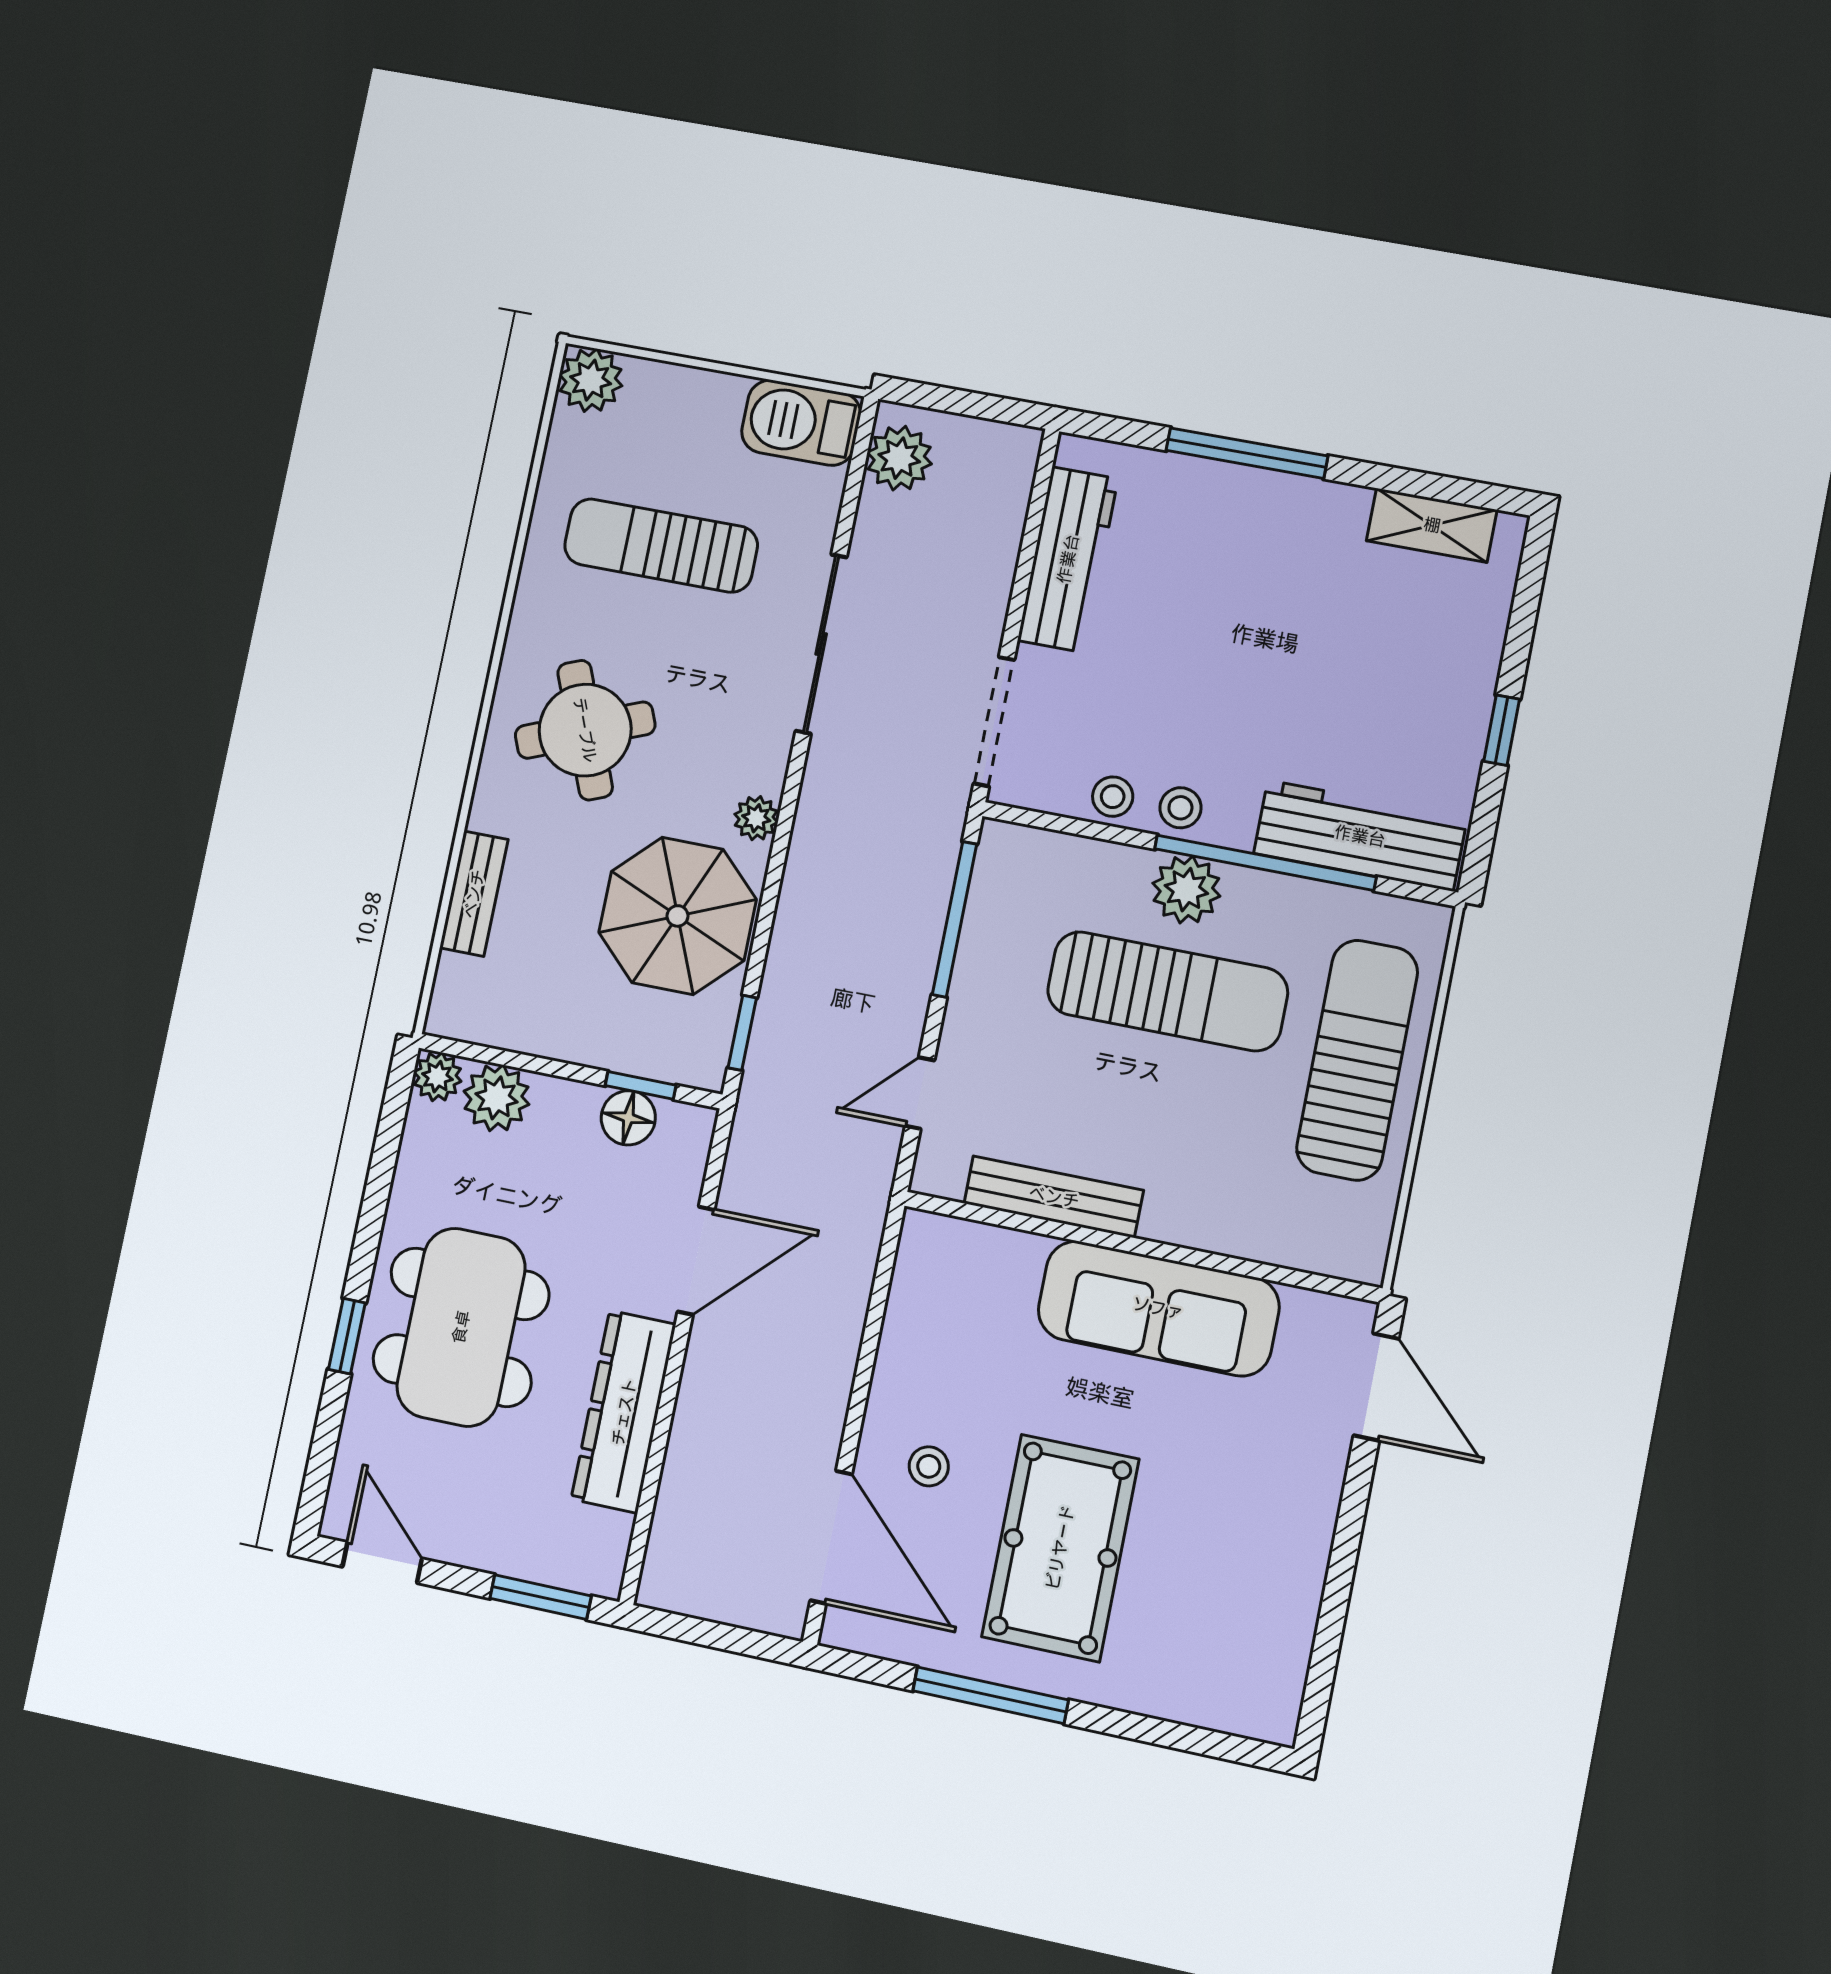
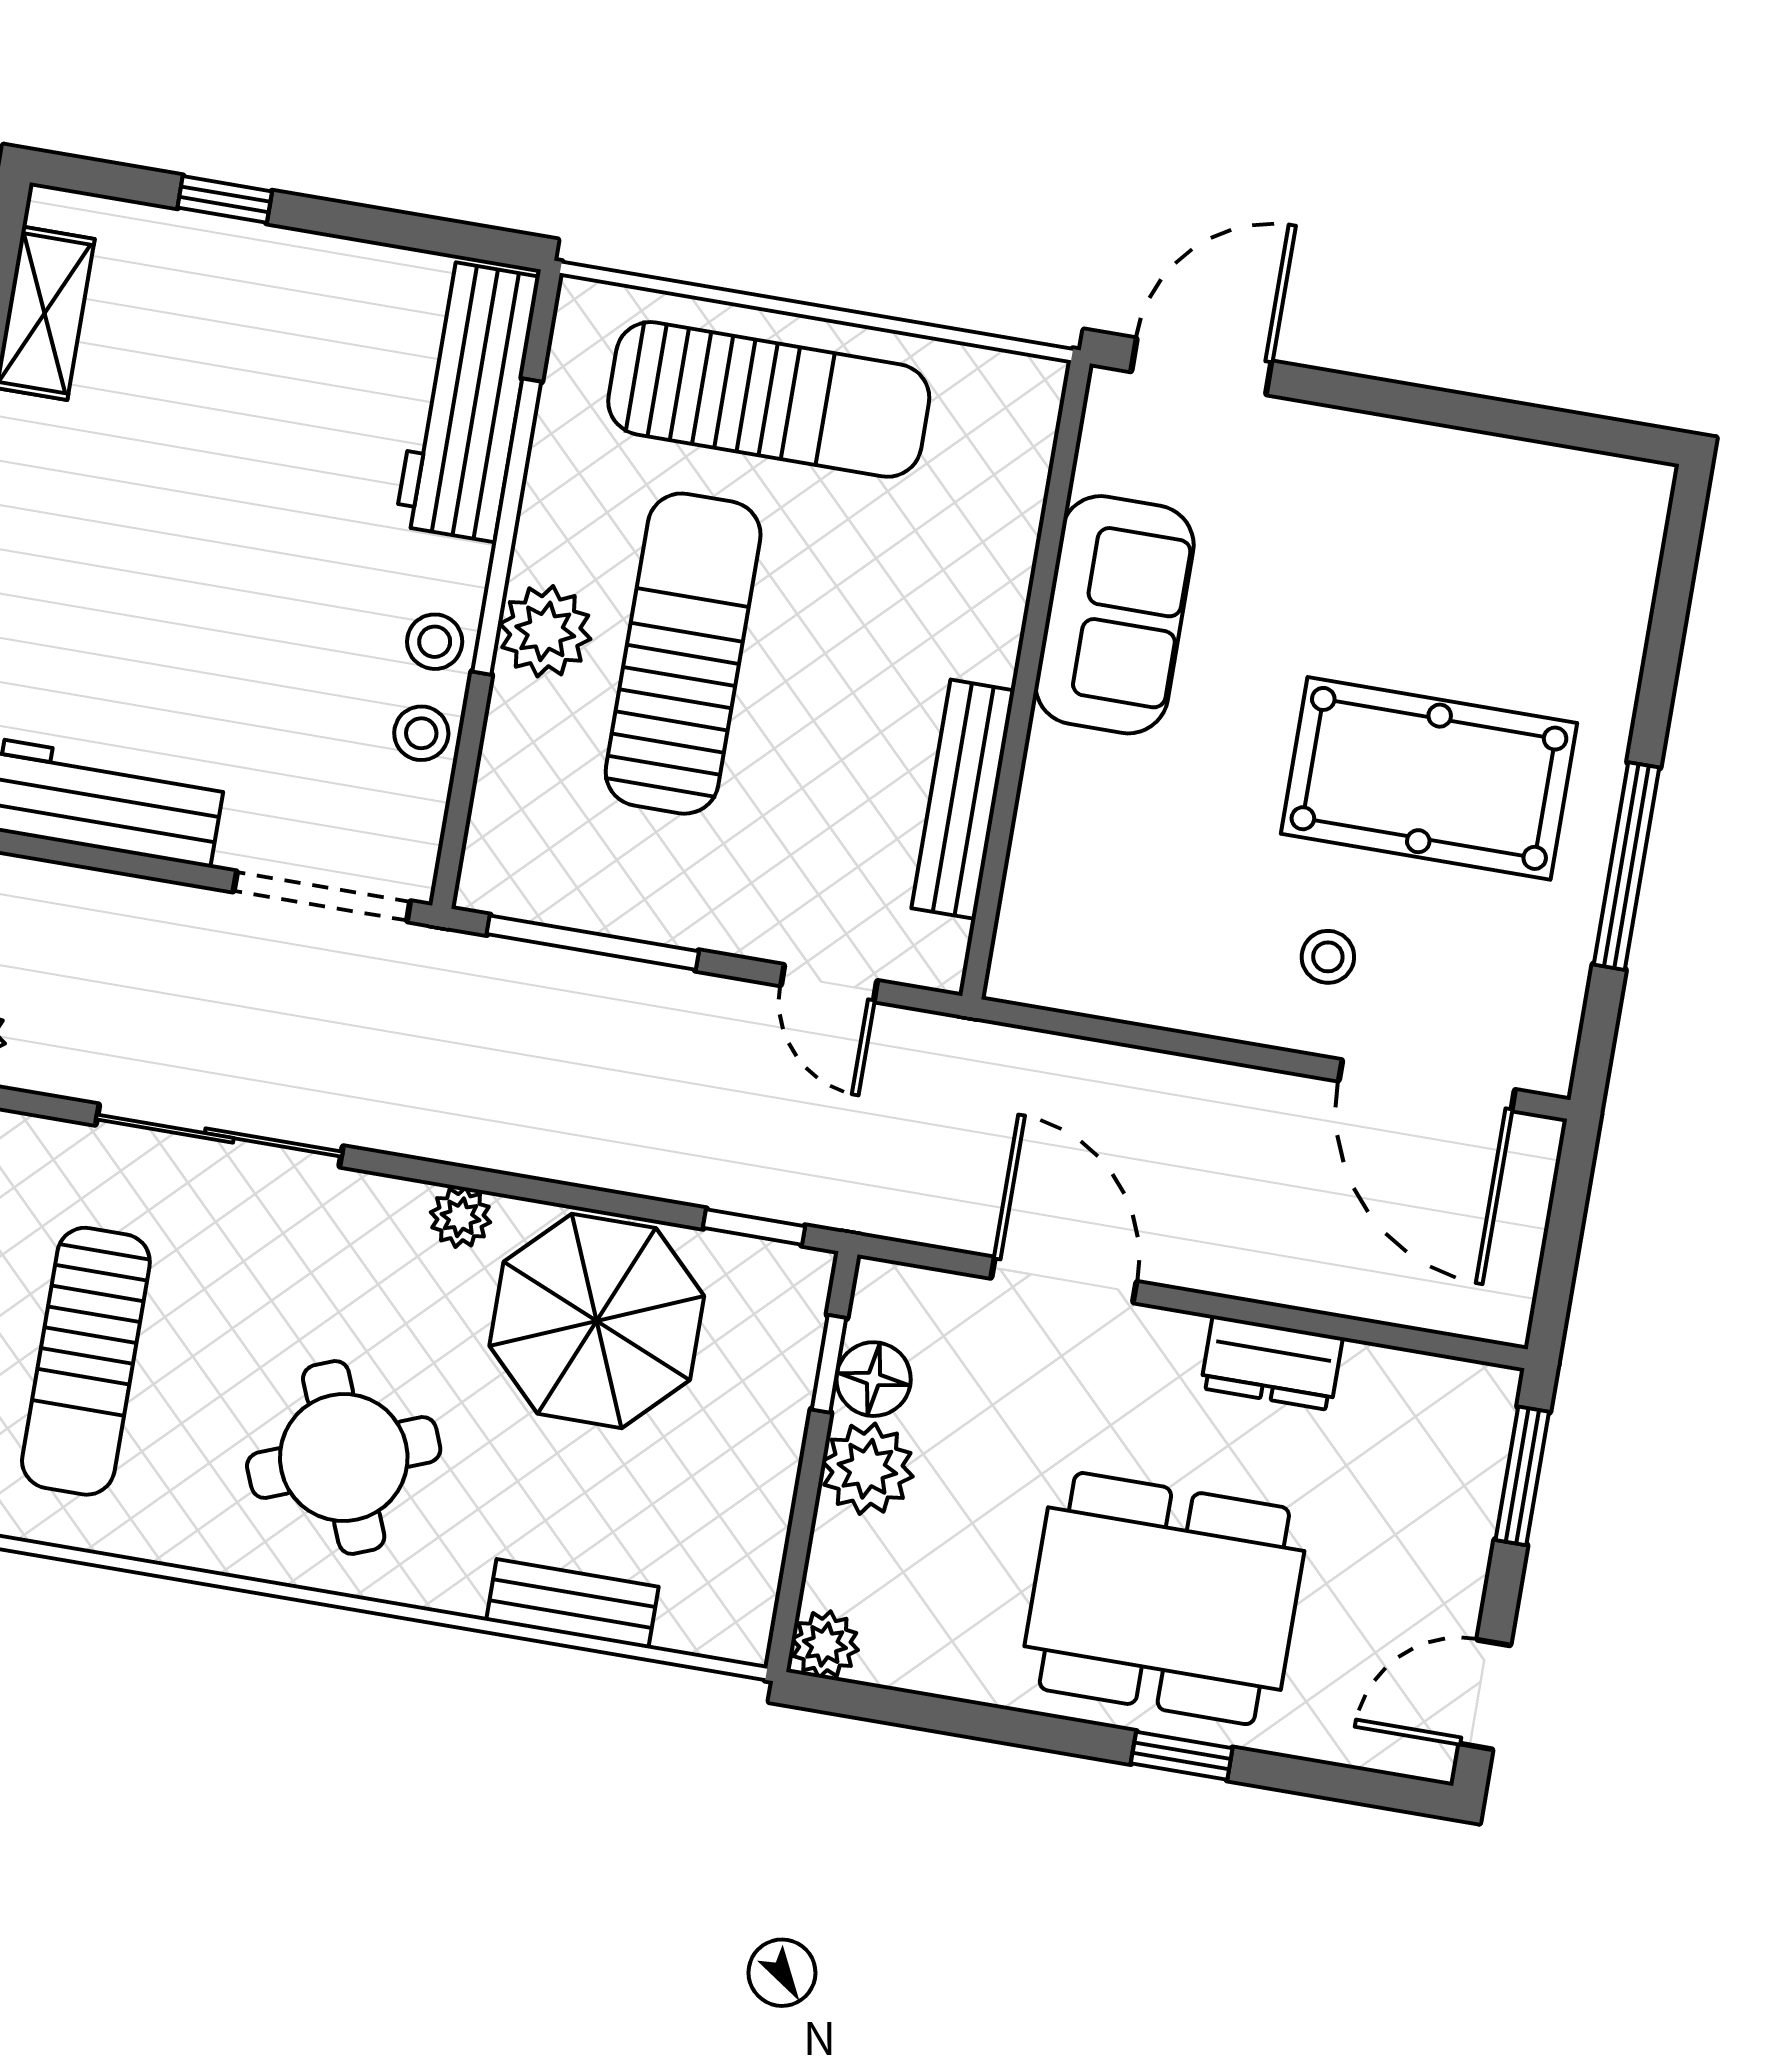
window: (1502, 730) -> (225, 199), moved
sun lounger: (1357, 1060) -> (769, 399), turned 180
plant: (496, 1098) -> (867, 1469), moved
sofa: (1158, 1308) -> (1115, 615), width x0.73
dresser: (624, 1412) -> (1272, 1363), width x0.51, depth x0.80
door: (831, 1537) -> (1427, 1085), swing flipped

